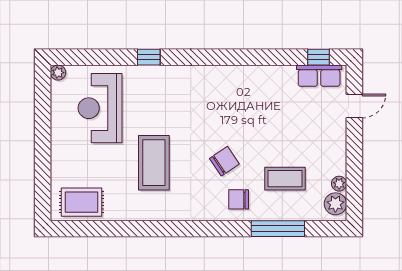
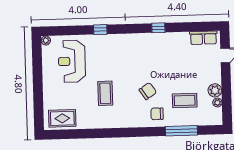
window: (318, 57) -> (158, 28), moved
coffee table: (154, 163) -> (105, 93), width x0.73, depth x0.76
plant: (335, 204) -> (215, 90), moved

